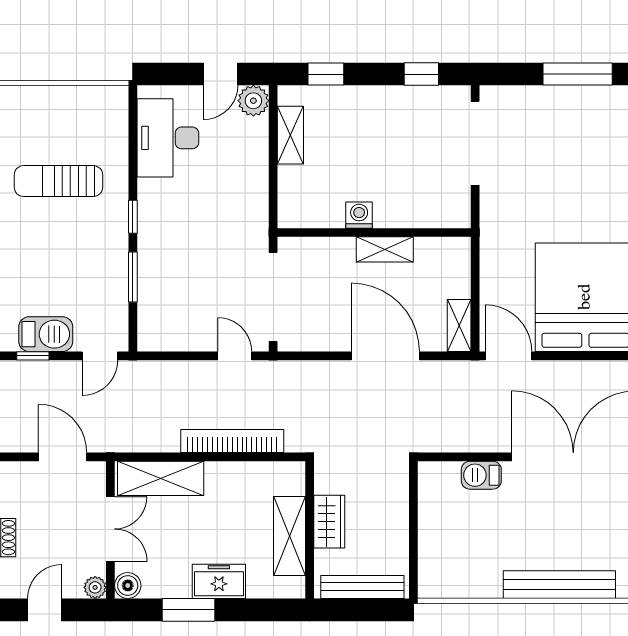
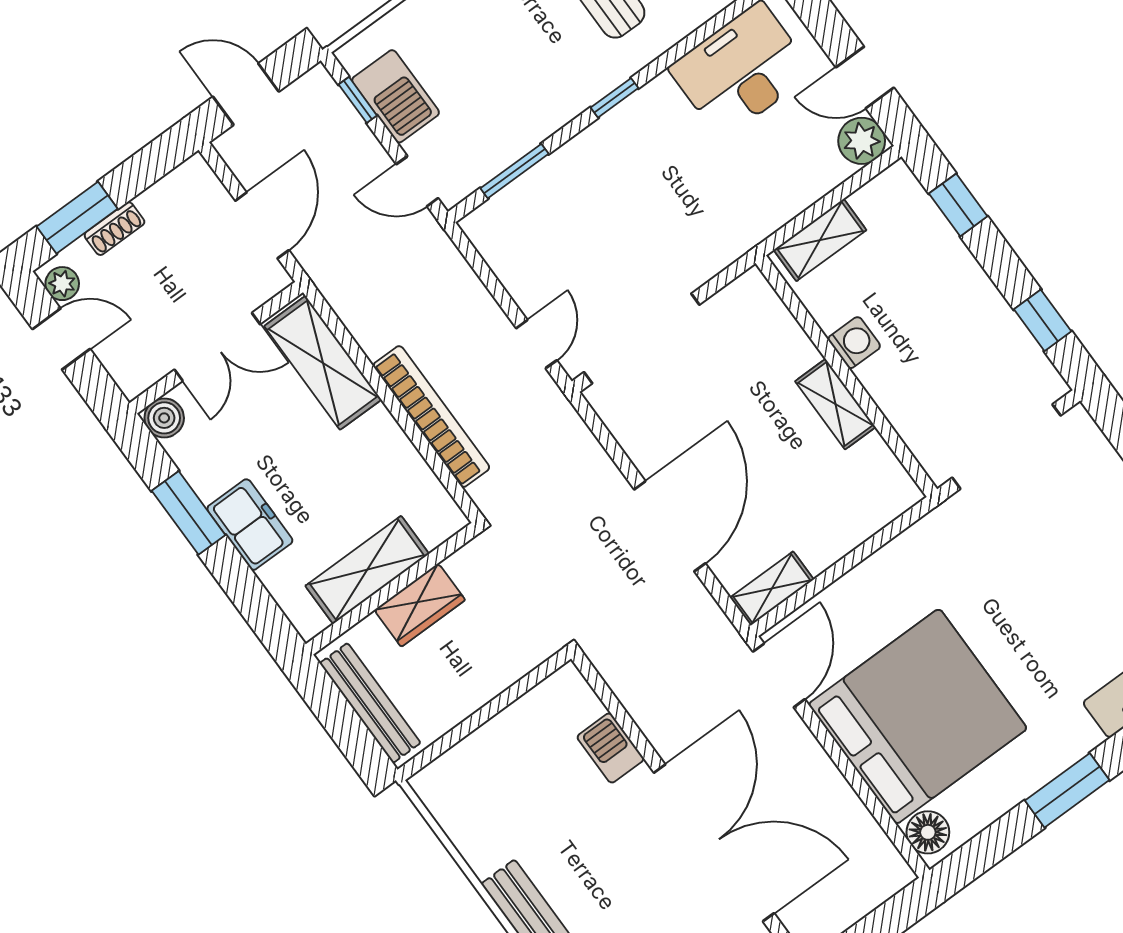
shelving: (290, 135) -> (820, 240), moved
washing machine: (359, 215) -> (854, 343), moved
wall: (374, 232) -> (846, 376), moved
shelving: (385, 249) -> (835, 404), moved
window: (133, 277) -> (514, 171), moved
plant: (95, 587) -> (62, 284), moved

